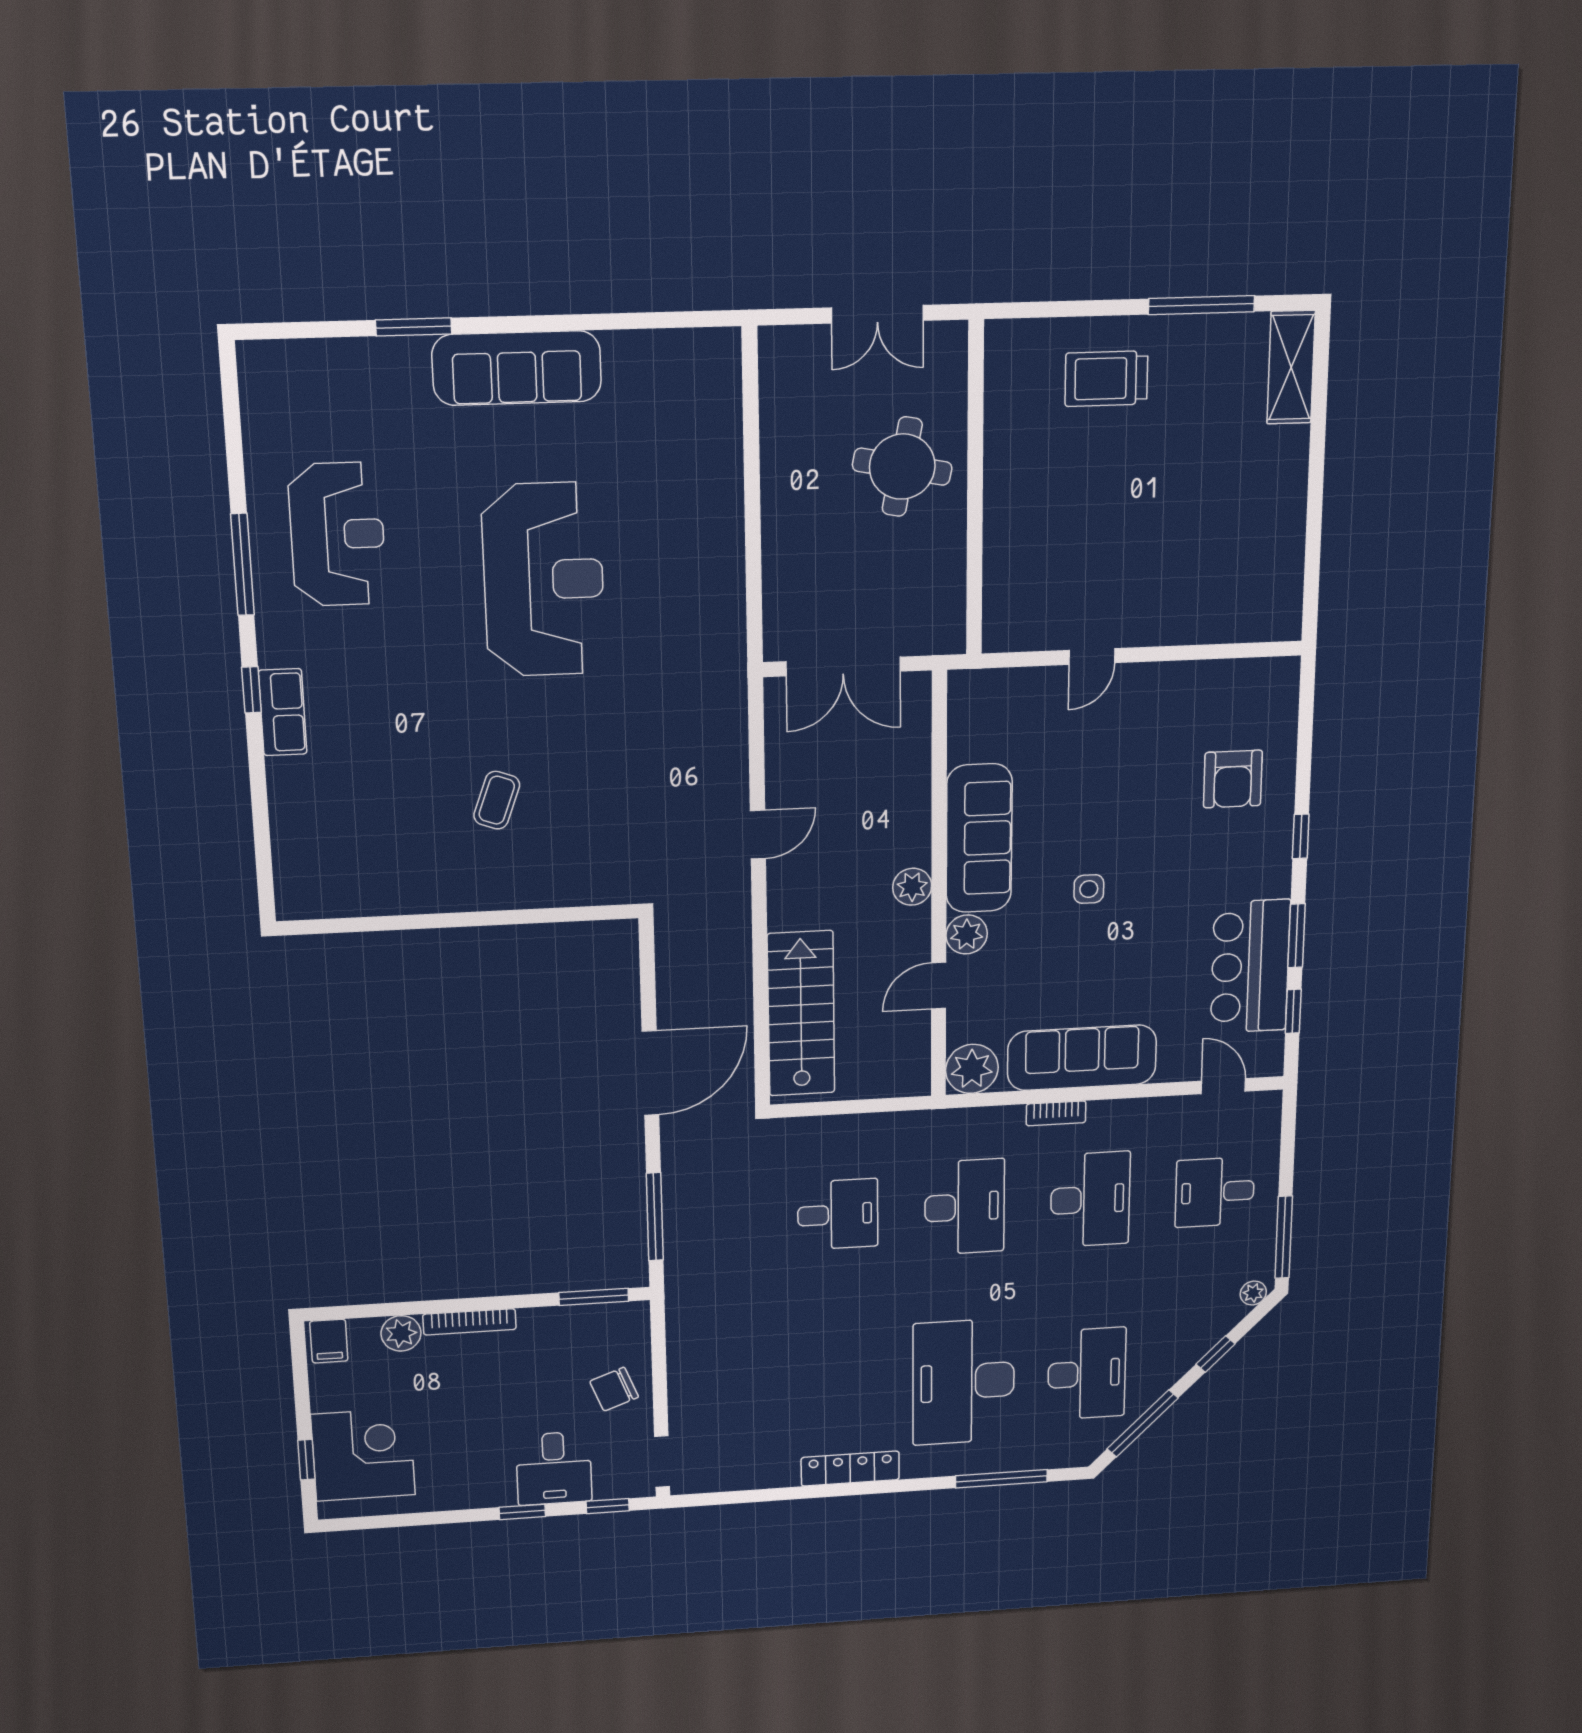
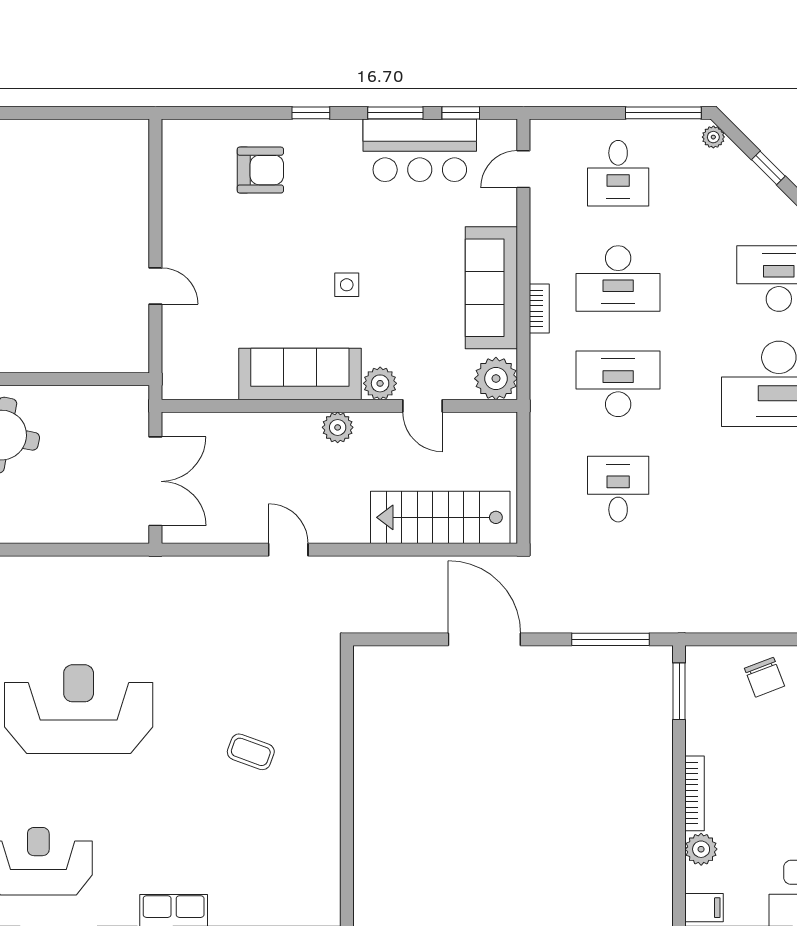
desk: (1090, 1199) -> (618, 279), turned 180

